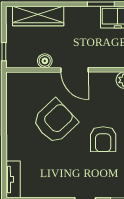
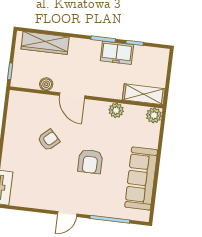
armchair: (55, 121) -> (49, 140), width x0.53, depth x0.53

